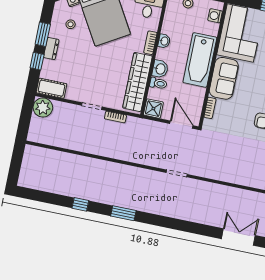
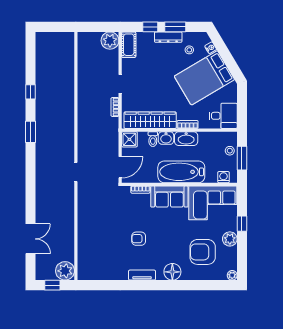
washbasin: (164, 41) -> (186, 139), width x1.91, depth x1.45
dresser: (51, 49) -> (168, 37), width x1.44

